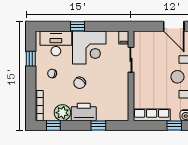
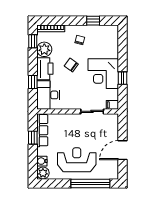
window: (77, 26) -> (122, 78), moved
desk: (56, 43) -> (48, 95), moved, turned 180
window: (174, 125) -> (33, 138), moved

